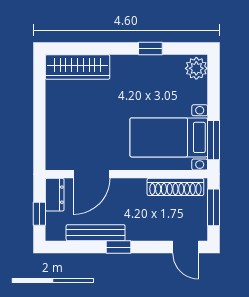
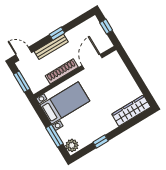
window: (214, 140) -> (54, 136), moved
shoe rack: (175, 187) -> (62, 71), moved
dresser: (55, 195) -> (104, 40), removed
bench: (96, 233) -> (51, 47), moved

